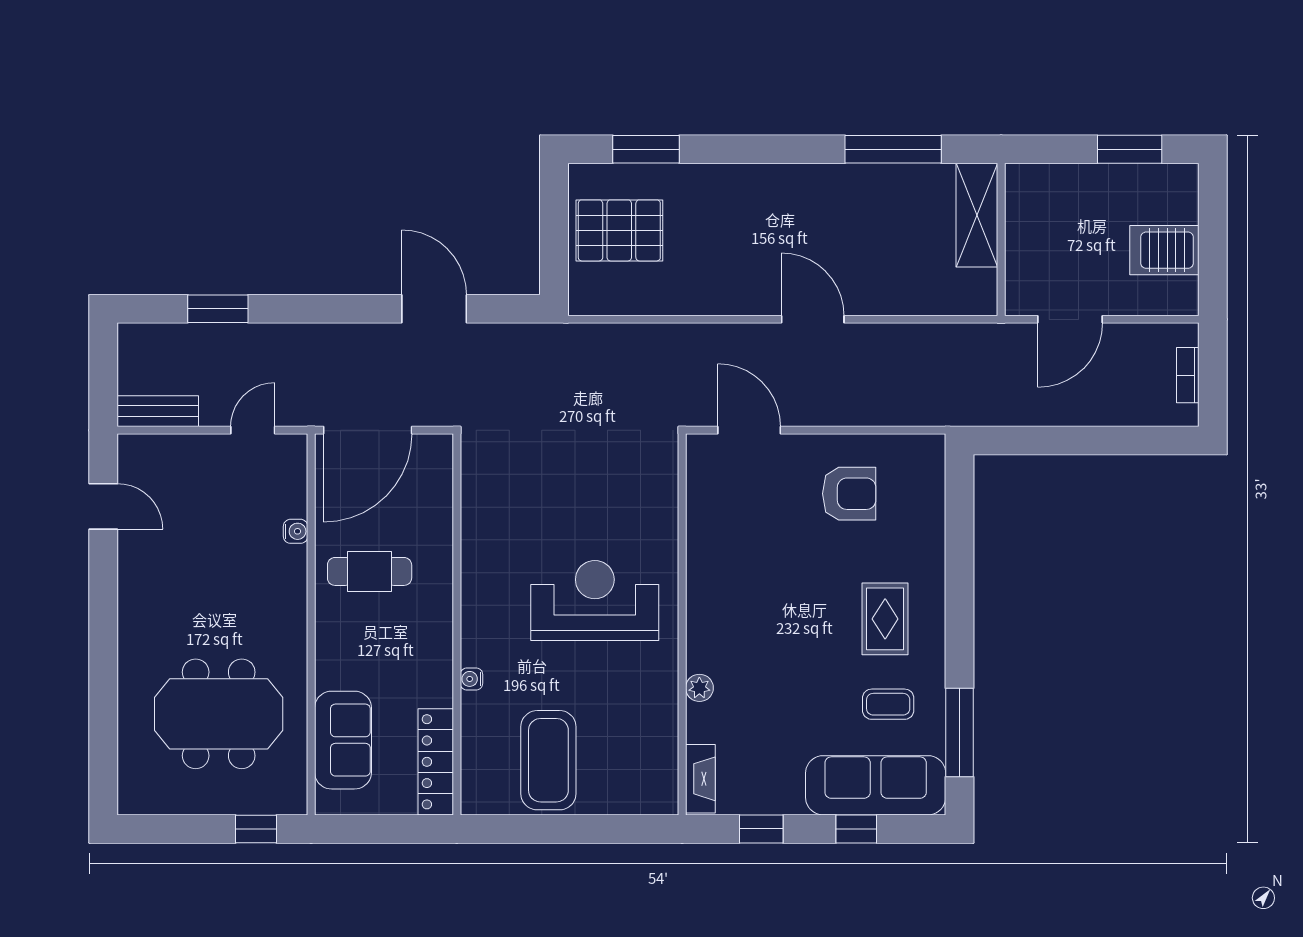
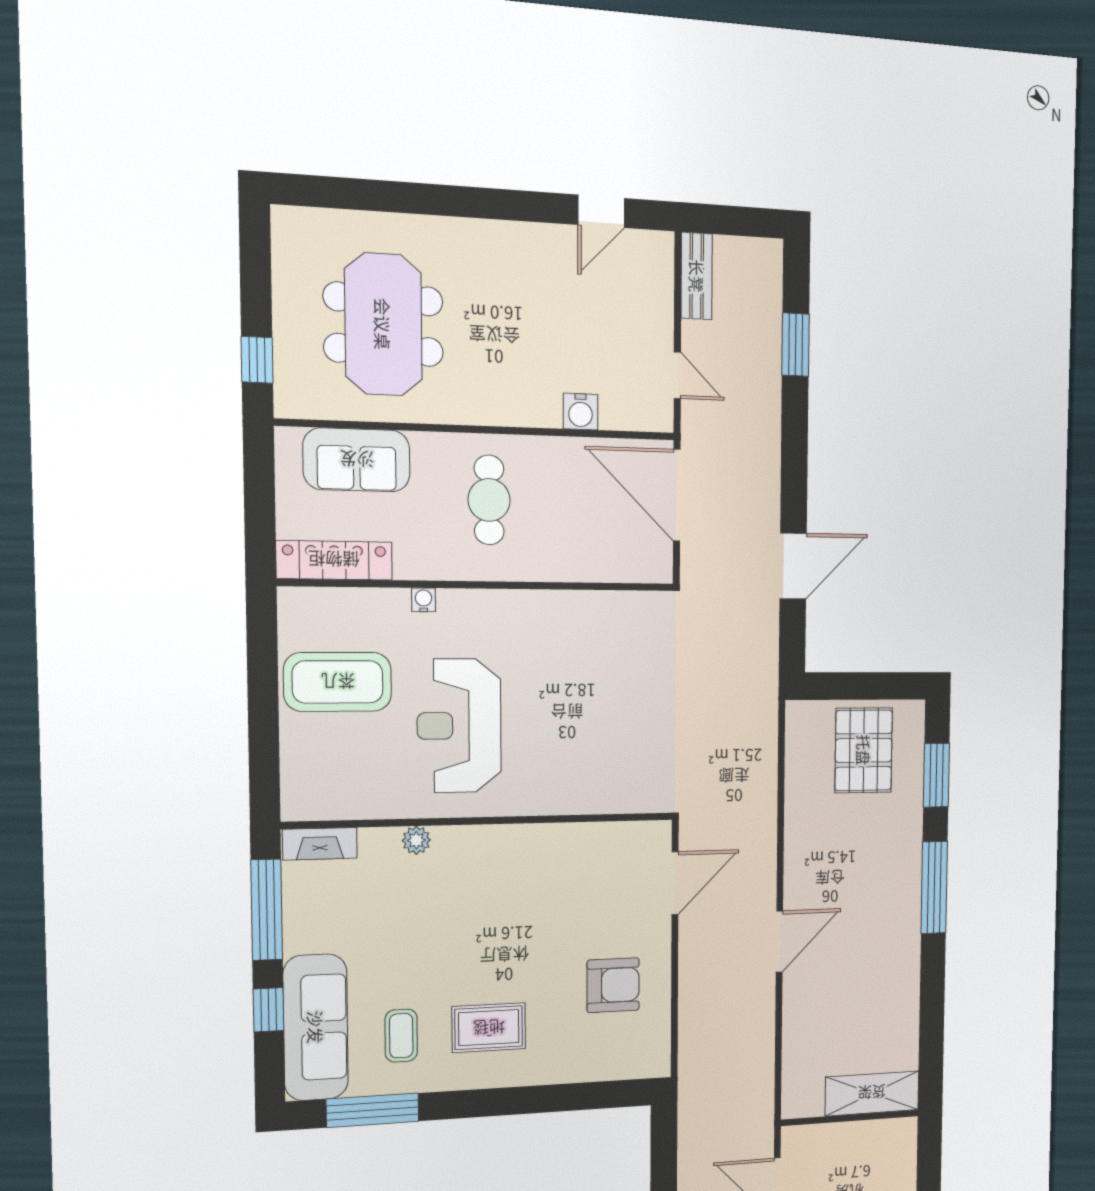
window: (893, 149) -> (934, 888), moved
armchair: (849, 494) -> (613, 985), turned -90
water cooler: (296, 531) -> (581, 412), width x1.38, depth x1.38
cafe table: (370, 571) -> (489, 500), moved
reception desk: (595, 600) -> (459, 726), moved, turned 180
window: (761, 829) -> (267, 910), width x2.17

